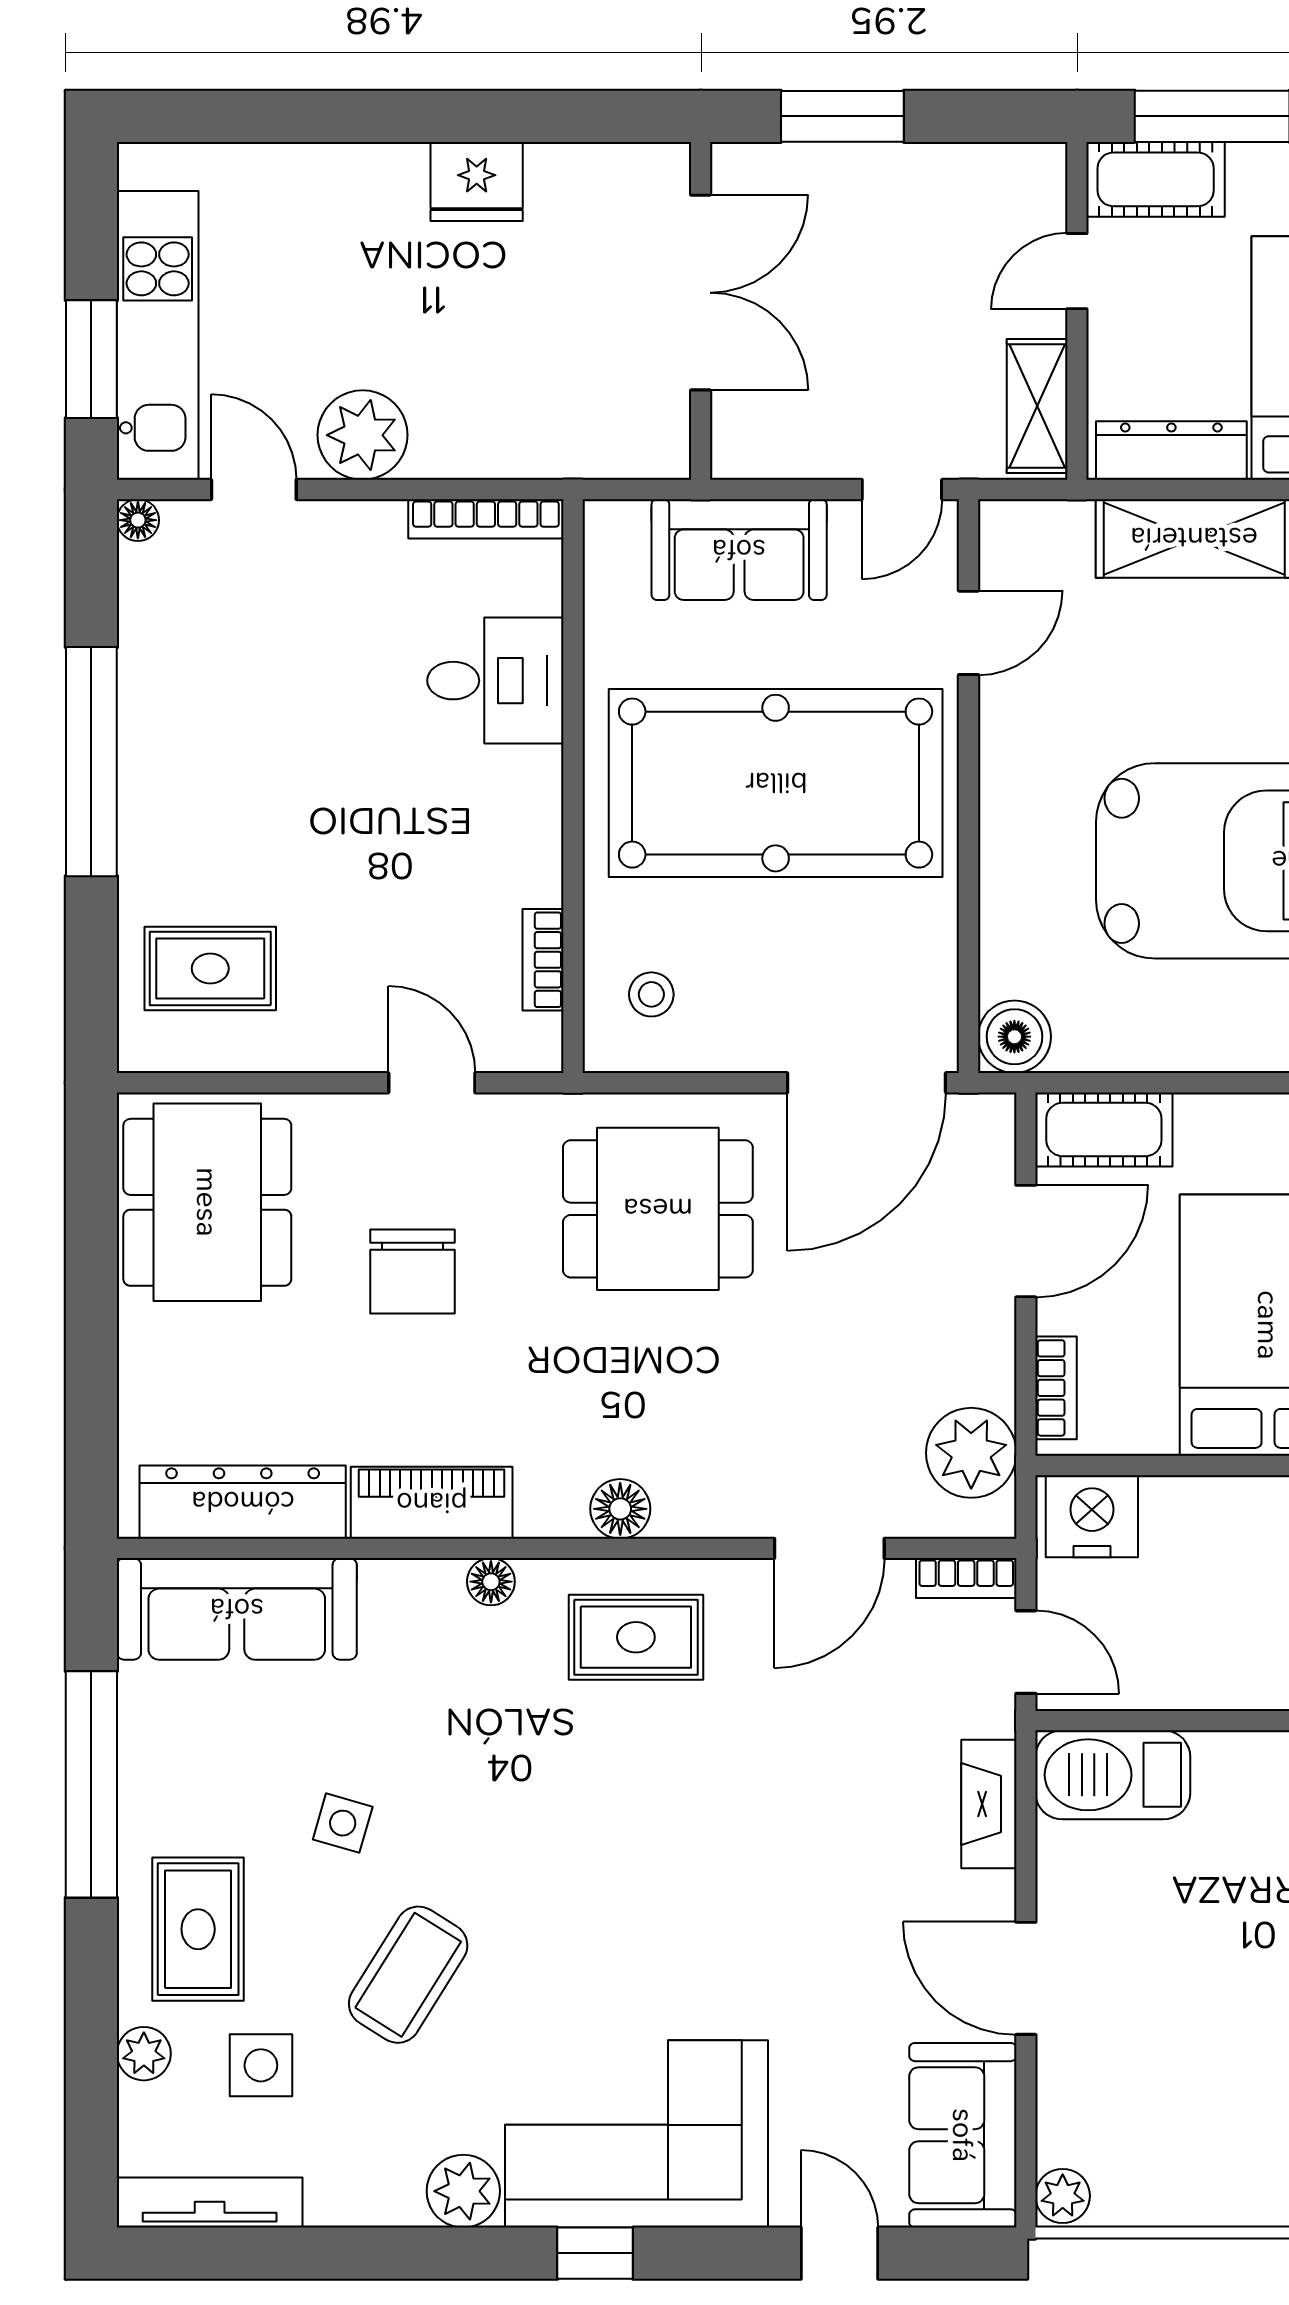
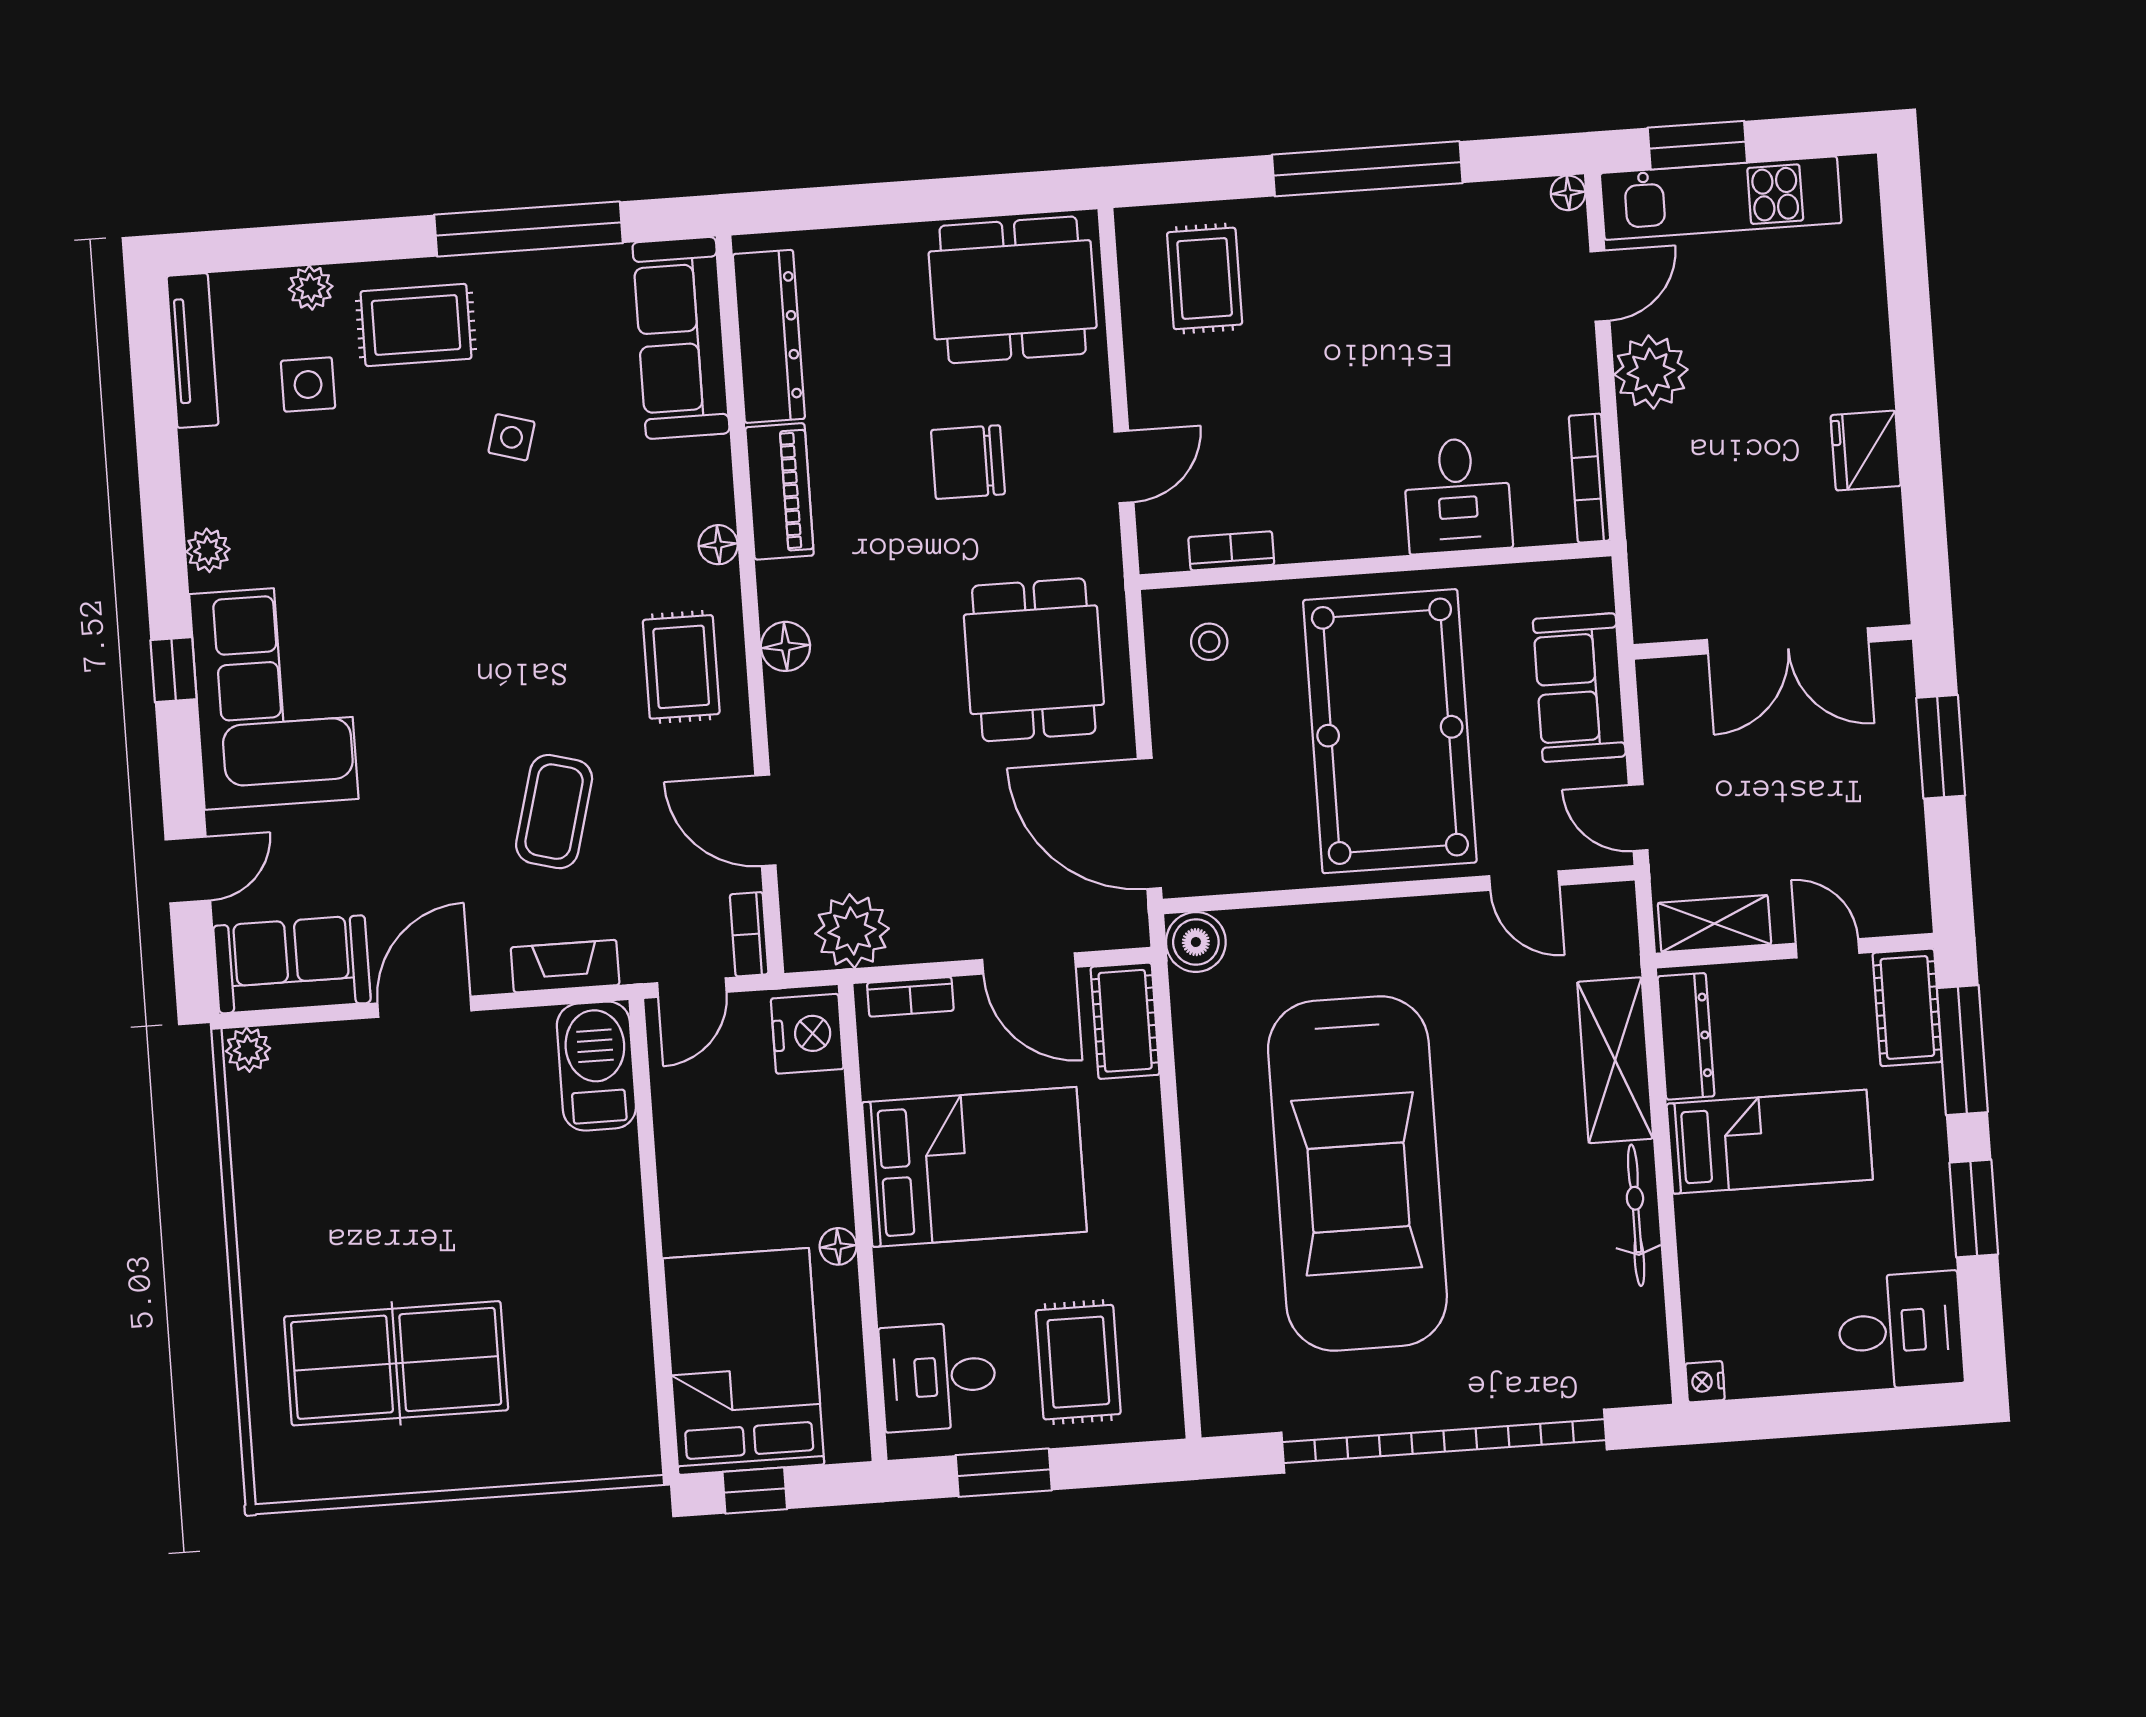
coffee table: (408, 1975) -> (554, 812), moved, turned 73
plant: (463, 2191) -> (208, 550), width x0.73, depth x0.73

